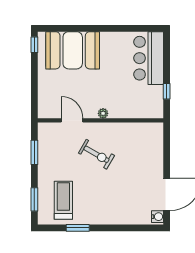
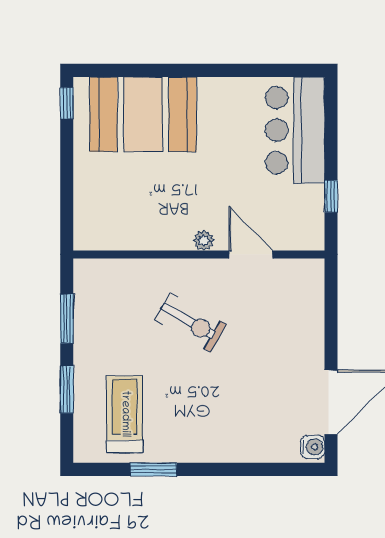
door: (72, 120) -> (251, 254), moved
window: (34, 199) -> (67, 390), moved

